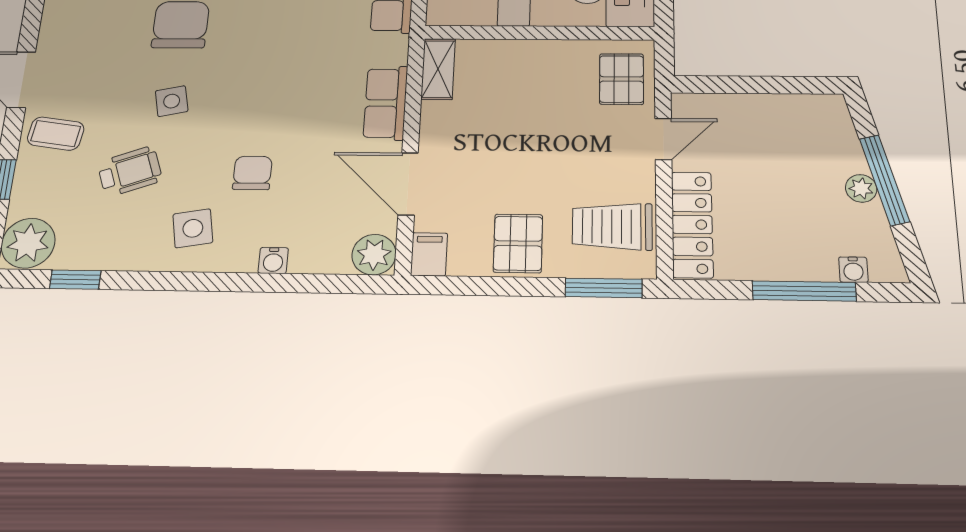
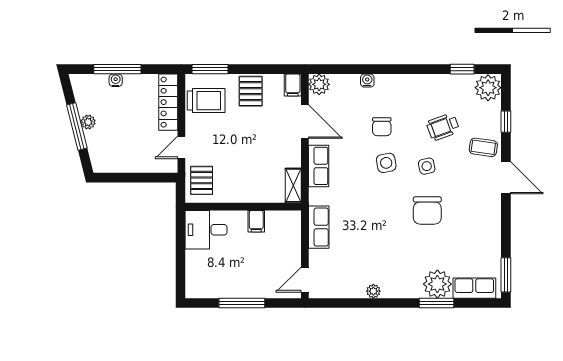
side table: (193, 228) -> (386, 163), moved
water cooler: (853, 270) -> (116, 80), moved

